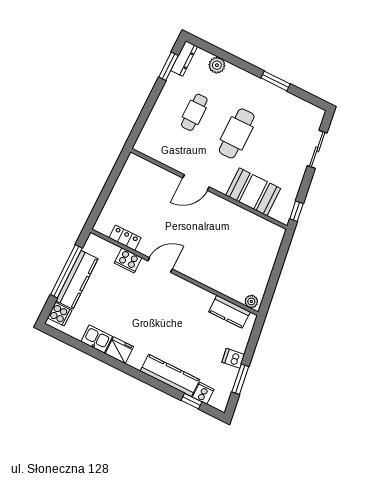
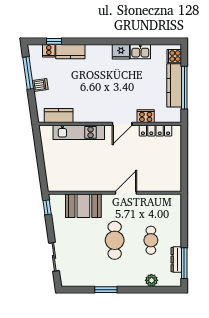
dresser: (184, 58) -> (176, 260), moved
window: (169, 66) -> (184, 263), width x1.44
locker: (125, 238) -> (156, 131), width x1.53
kitchen unit: (216, 281) -> (79, 132), added
plant: (251, 301) -> (47, 130), removed
kitchen counter: (170, 375) -> (70, 52), width x0.67
window: (240, 379) -> (28, 73), width x1.44

